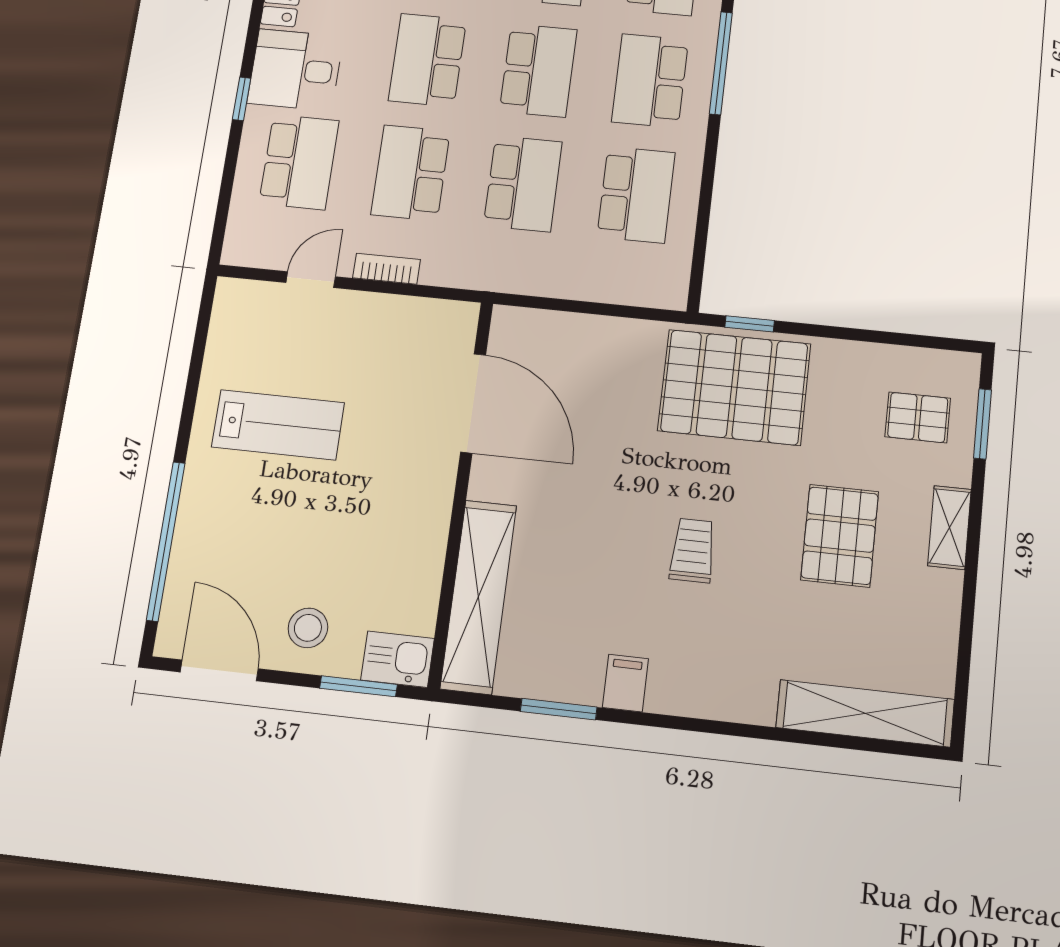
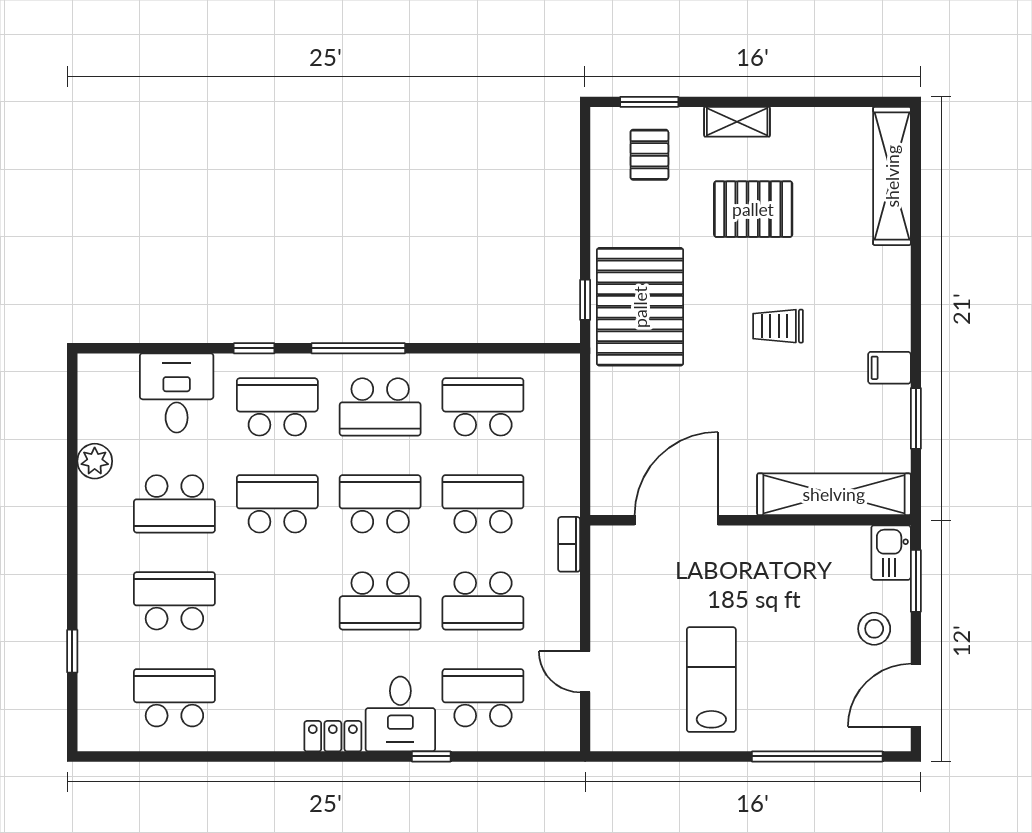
bookcase: (387, 269) -> (569, 544), moved

